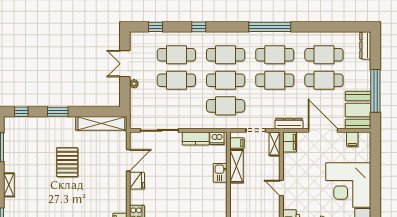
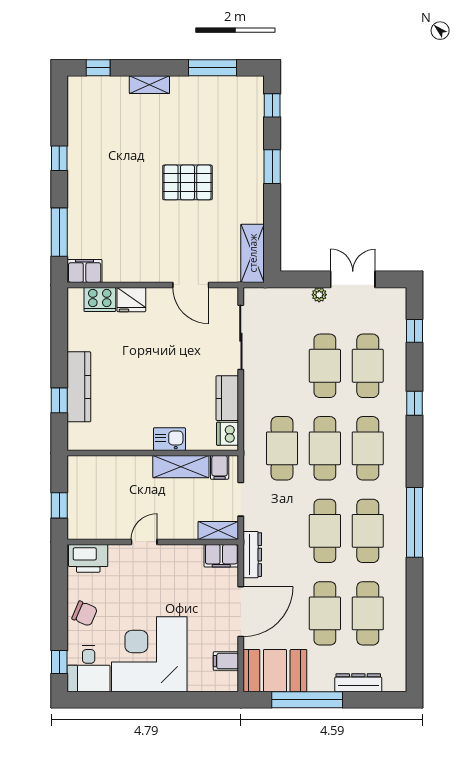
dresser: (365, 45) -> (358, 683), moved
shelving: (101, 123) -> (253, 253), width x0.68
fridge: (137, 181) -> (131, 300), moved

